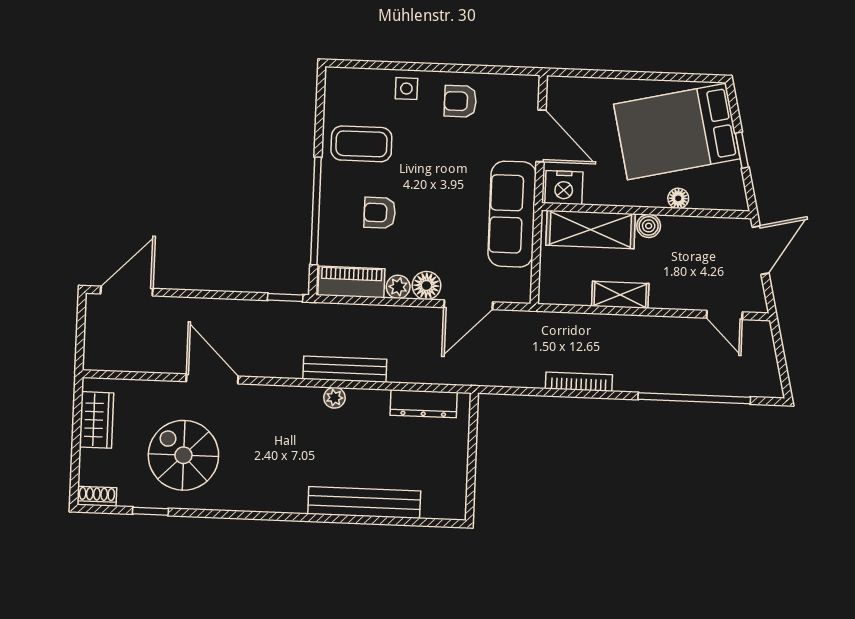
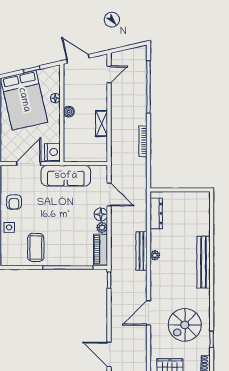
armchair: (380, 213) -> (68, 238), removed
shelving: (591, 229) -> (72, 139), removed
bench: (364, 503) -> (204, 262), moved

